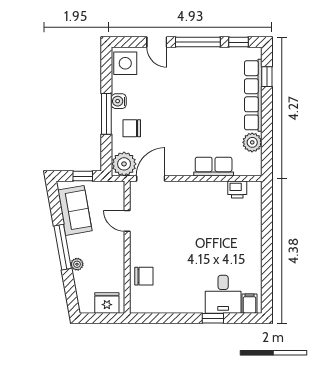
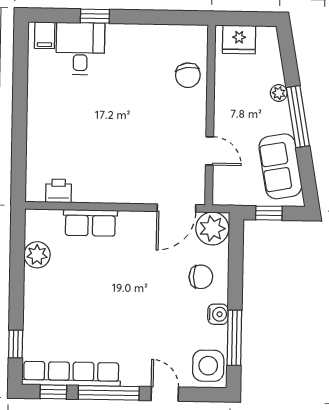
row of seats: (253, 95) -> (71, 374), moved, turned -90
window: (106, 114) -> (234, 338), moved
chair: (144, 276) -> (188, 75), turned -98

